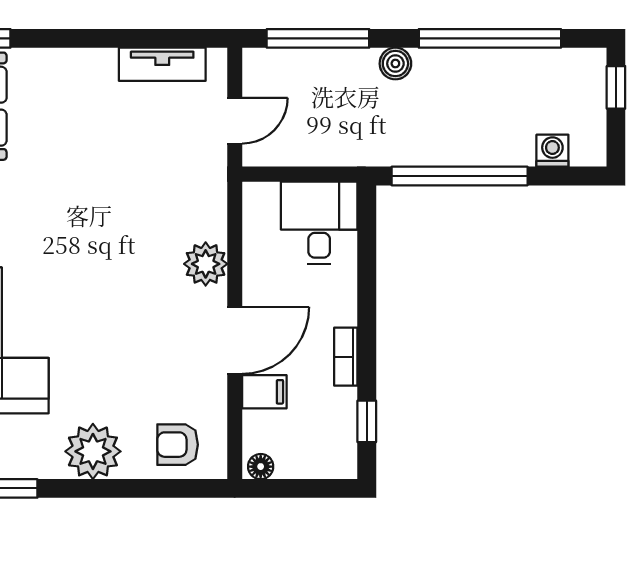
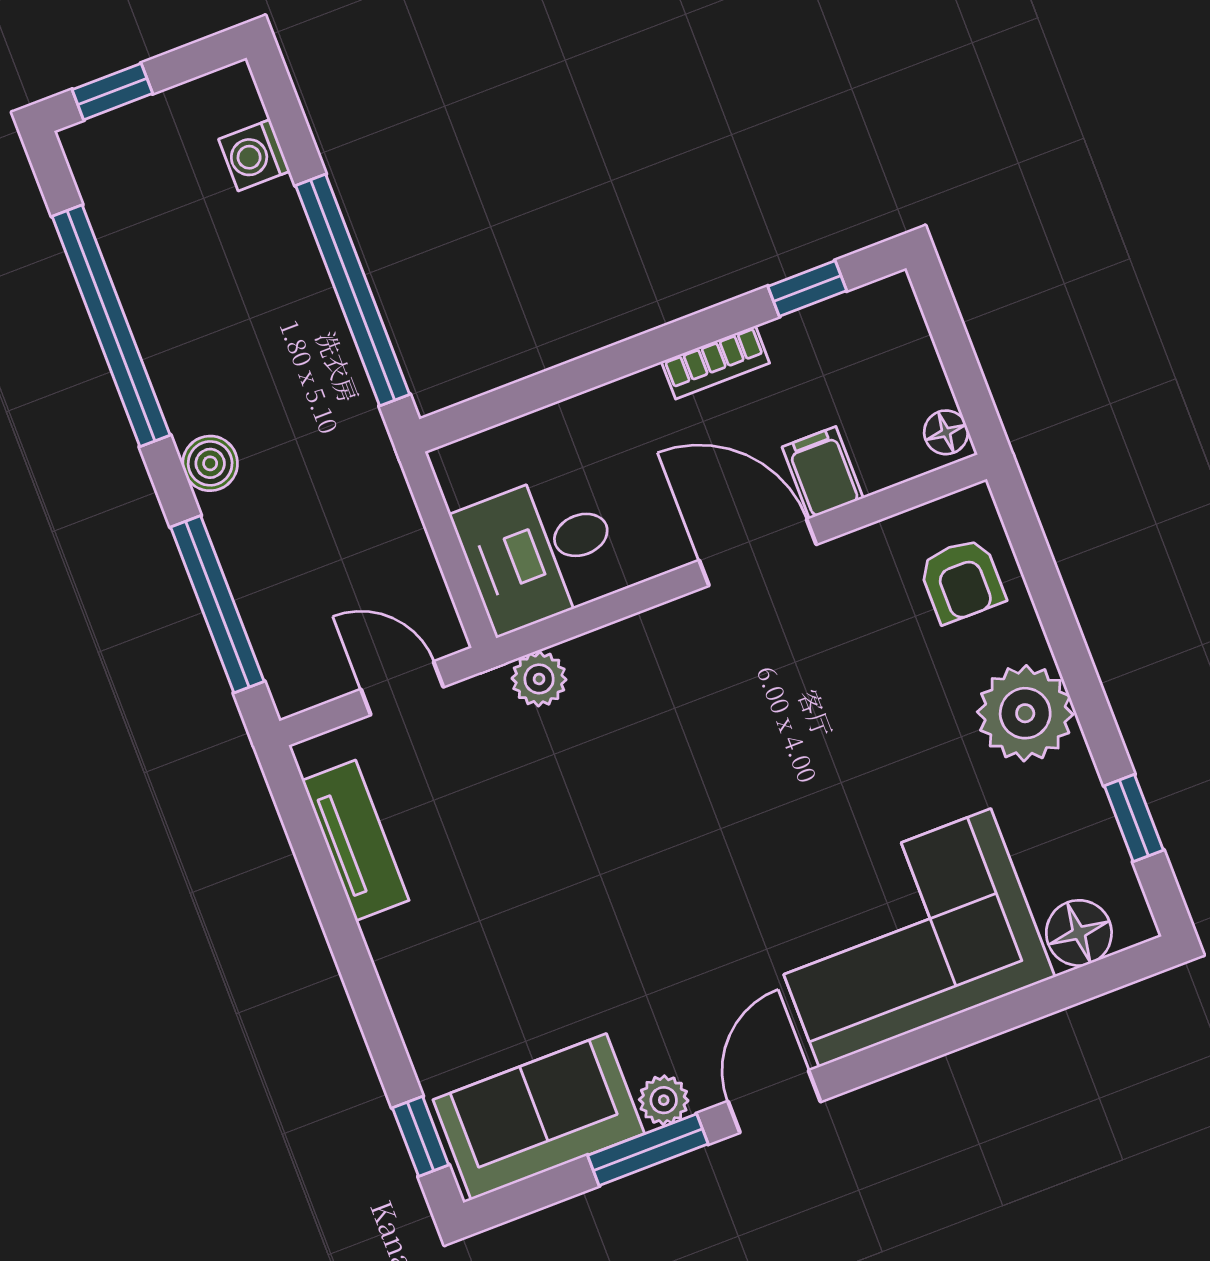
desk: (319, 223) -> (539, 551), moved
plant: (206, 264) -> (539, 679), moved, width x0.73, depth x0.73

